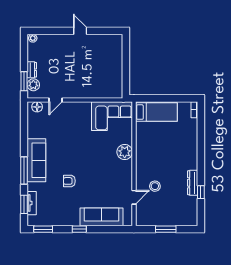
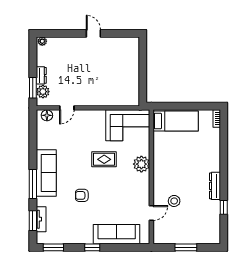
rug: (90, 148) -> (104, 159), added
dresser: (193, 183) -> (215, 186), moved

